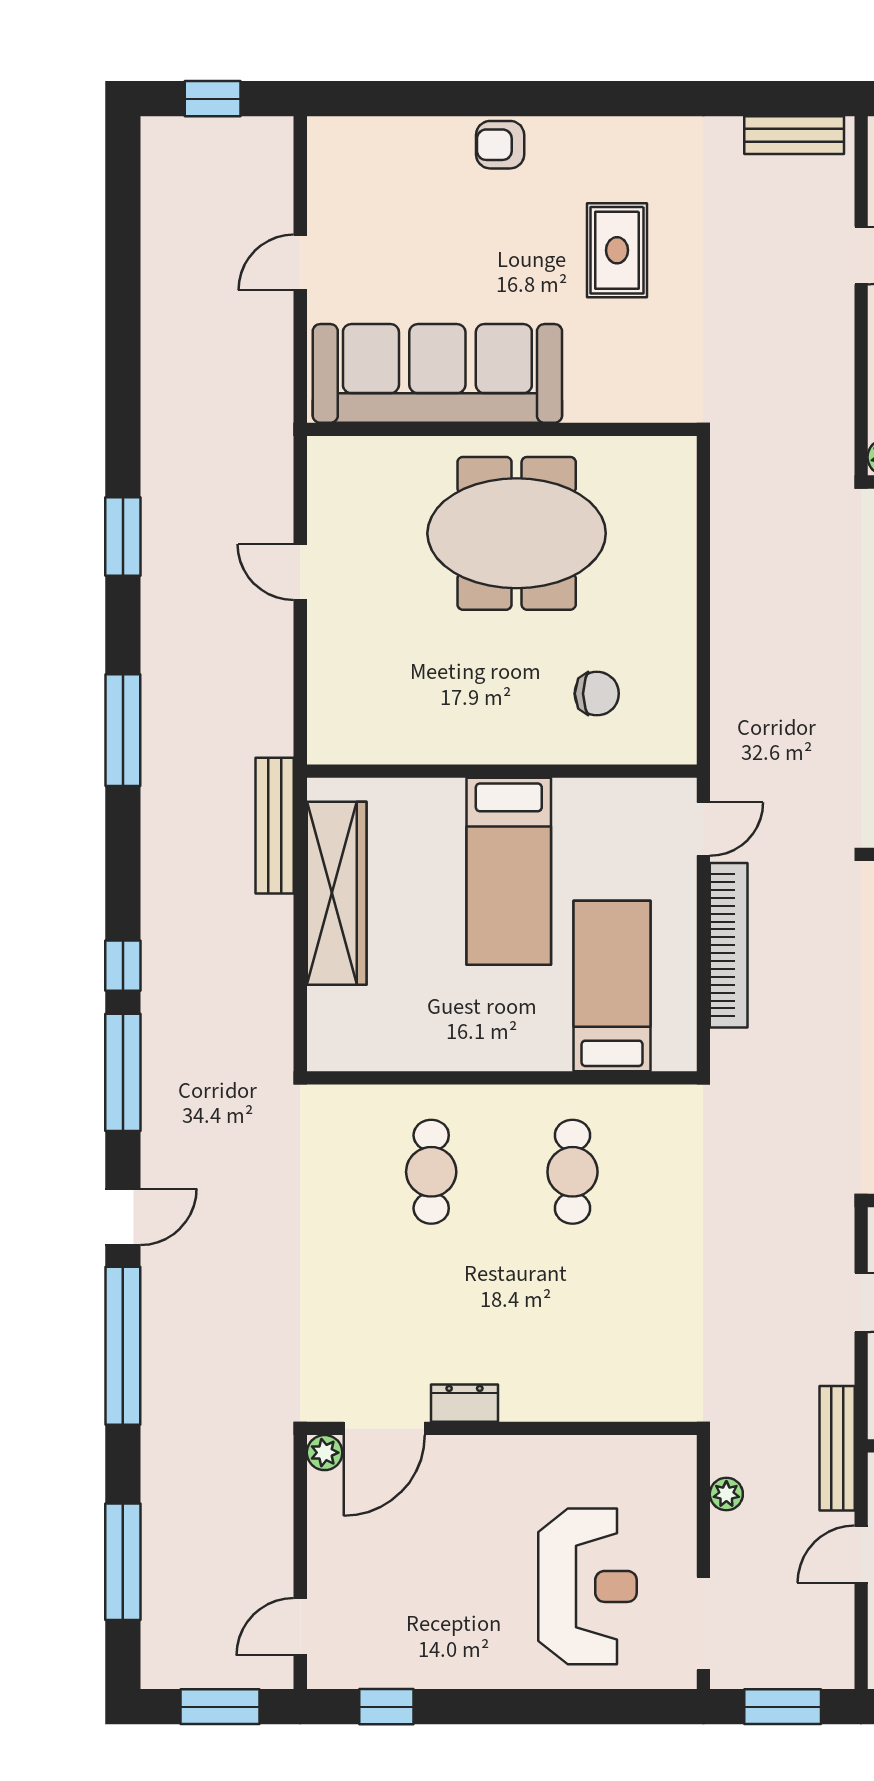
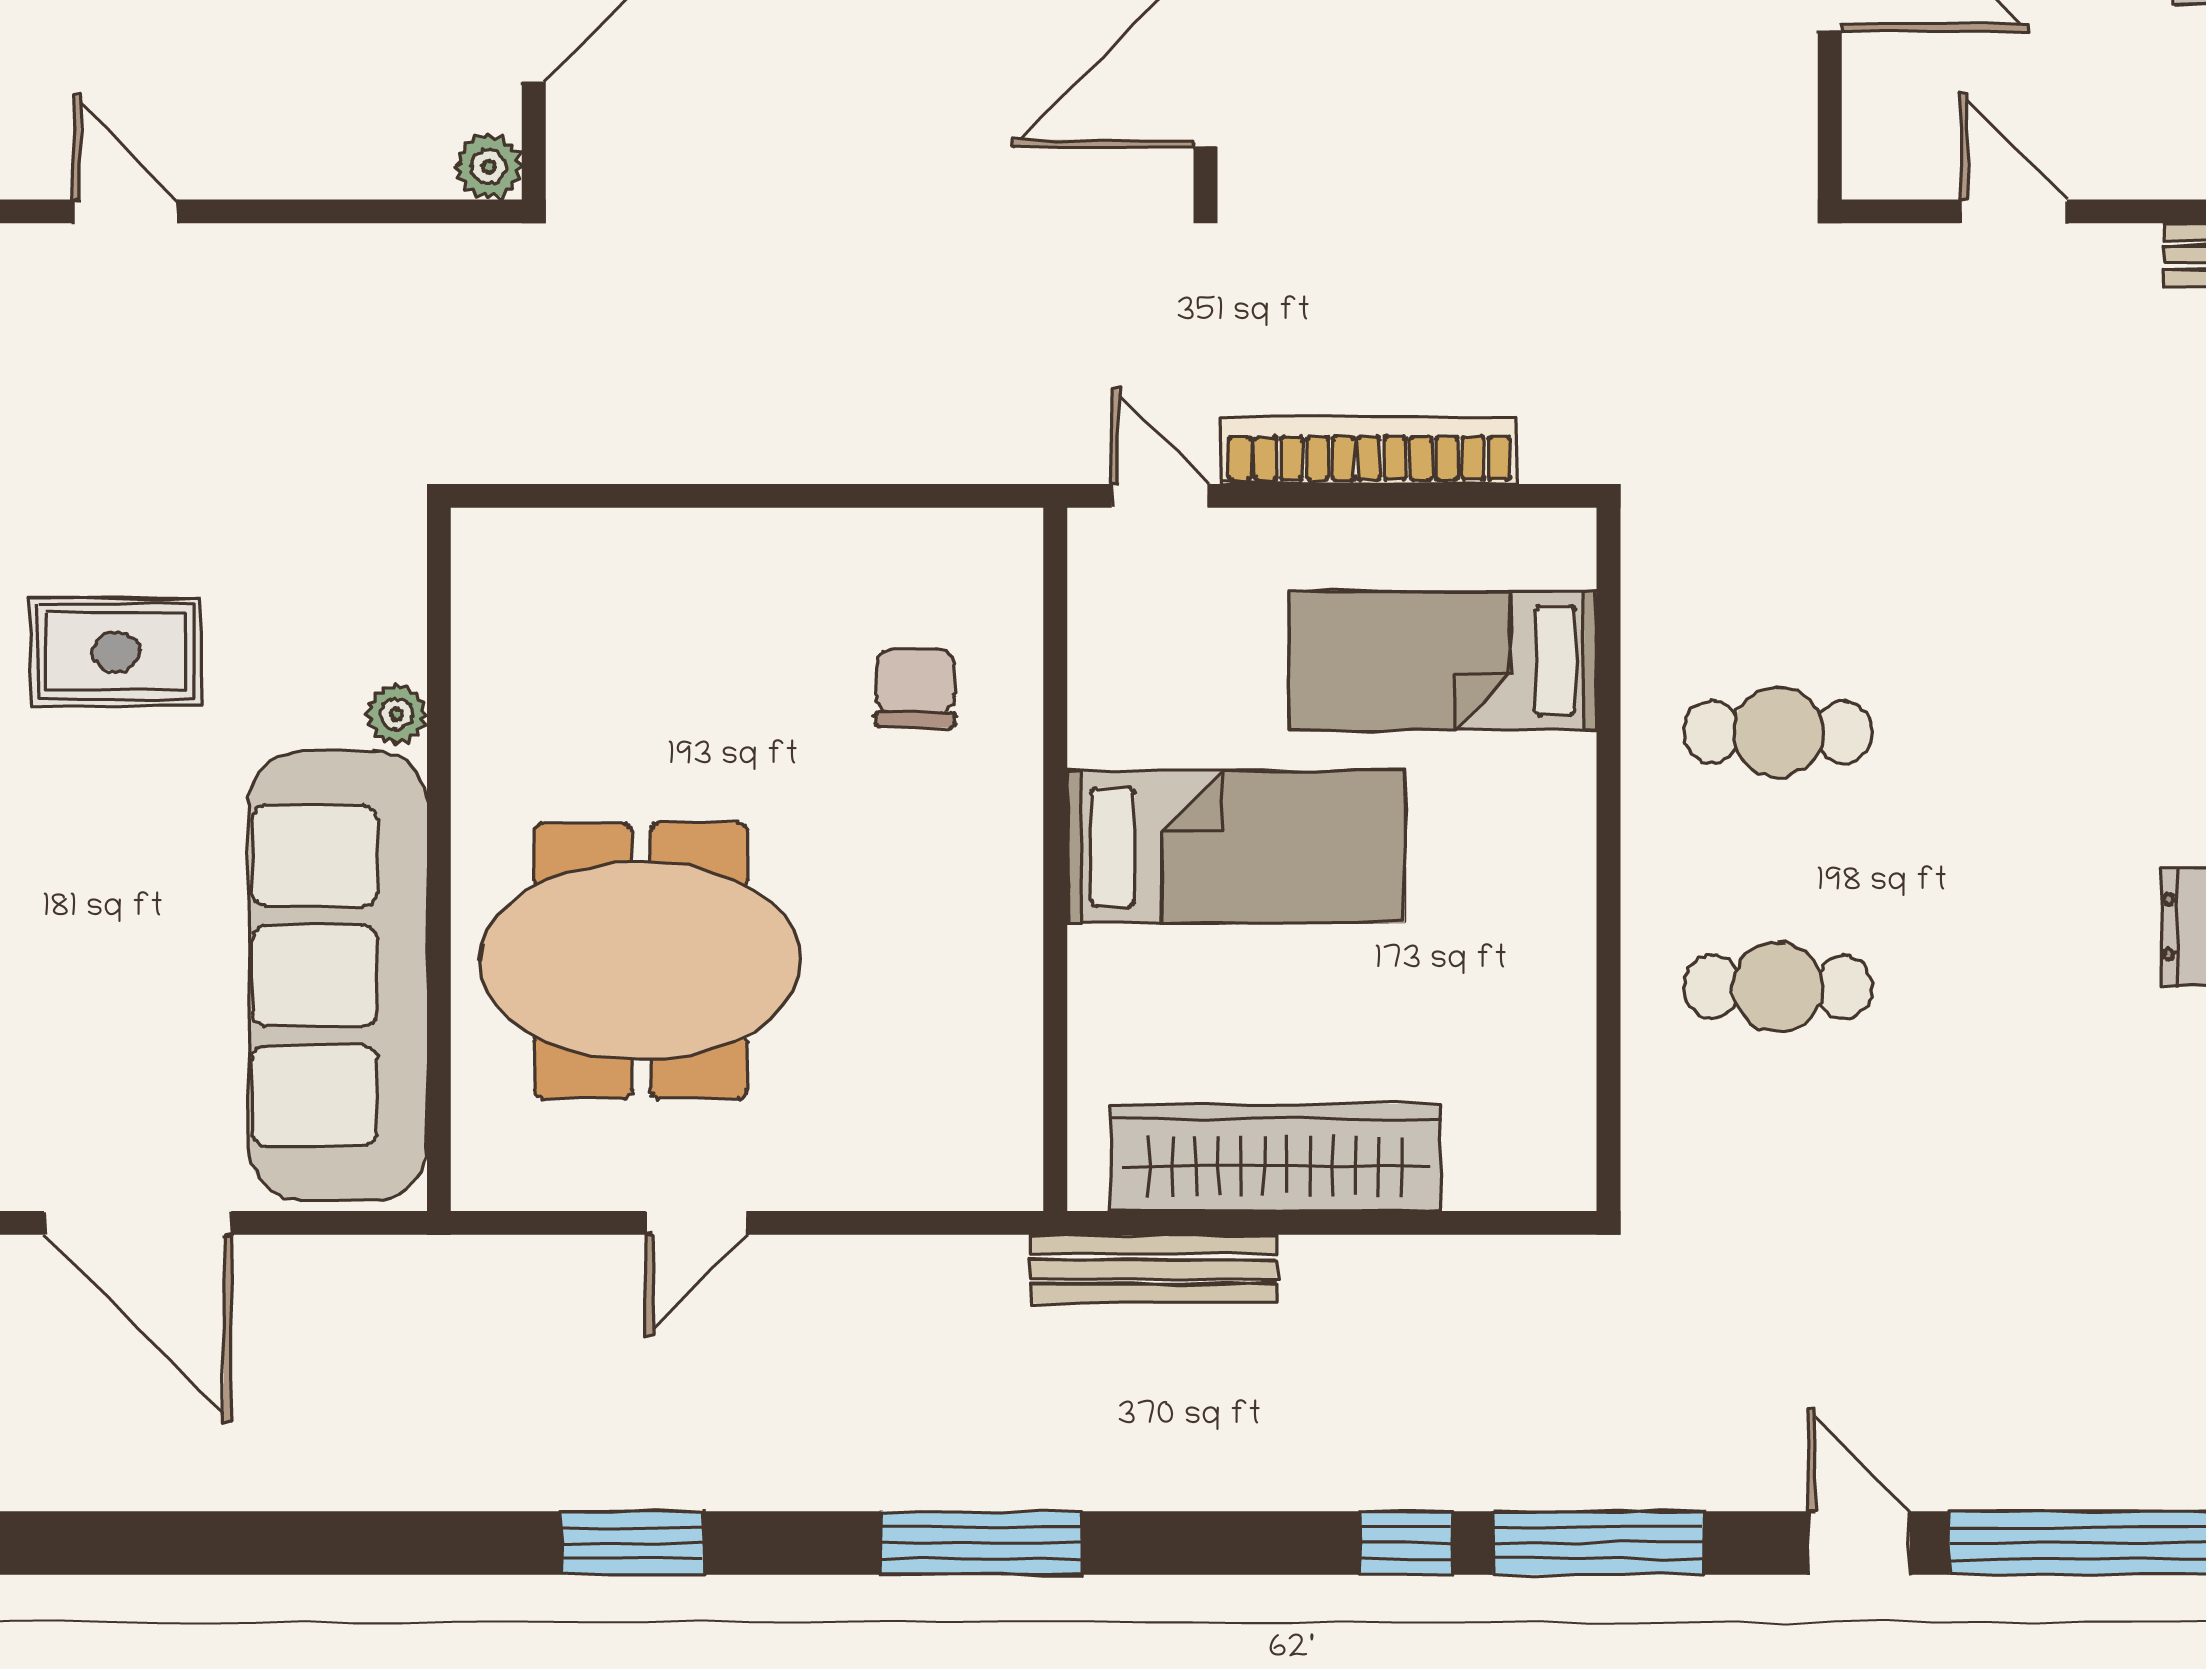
door: (300, 262) -> (138, 1223), width x1.88
plant: (582, 406) -> (397, 714), added
meeting table: (517, 533) -> (641, 961), moved, turned 90

